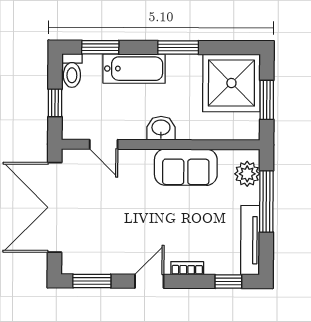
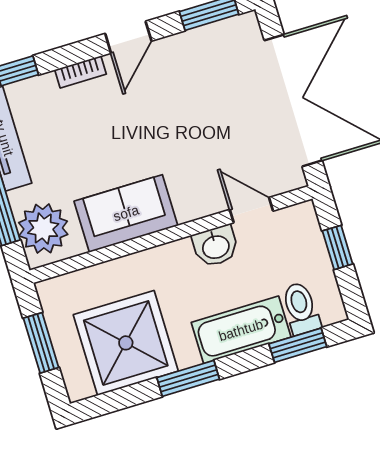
toilet: (72, 71) -> (301, 308), moved
shower: (231, 83) -> (126, 343), moved
washbasin: (161, 128) -> (216, 246), moved
plant: (247, 174) -> (43, 229), width x1.36, depth x1.36

